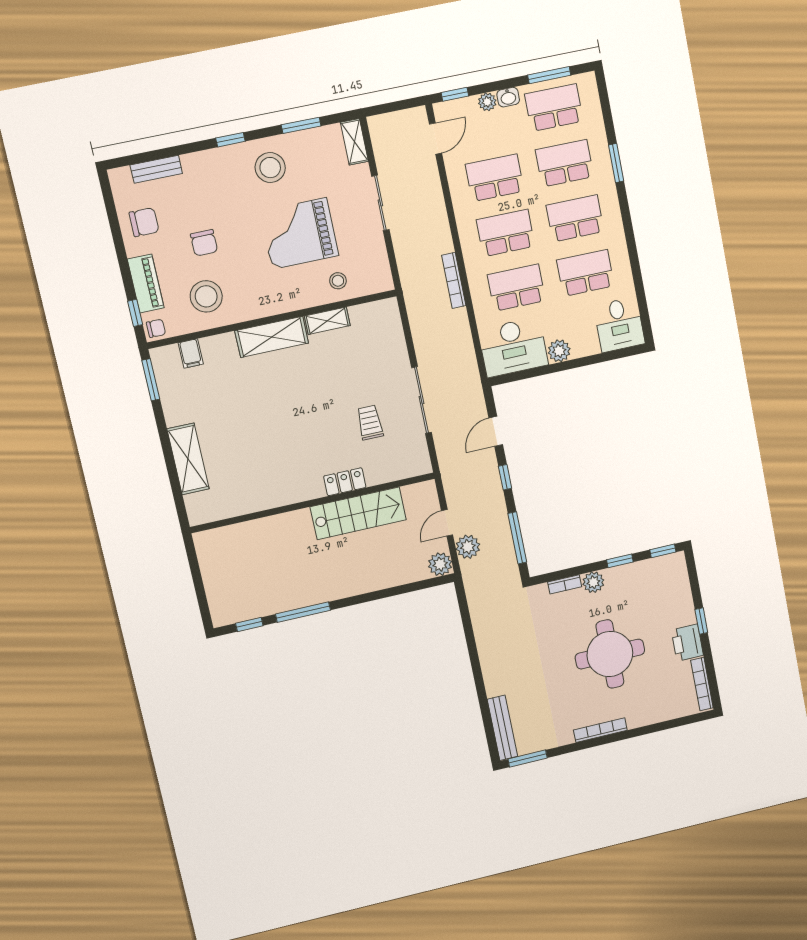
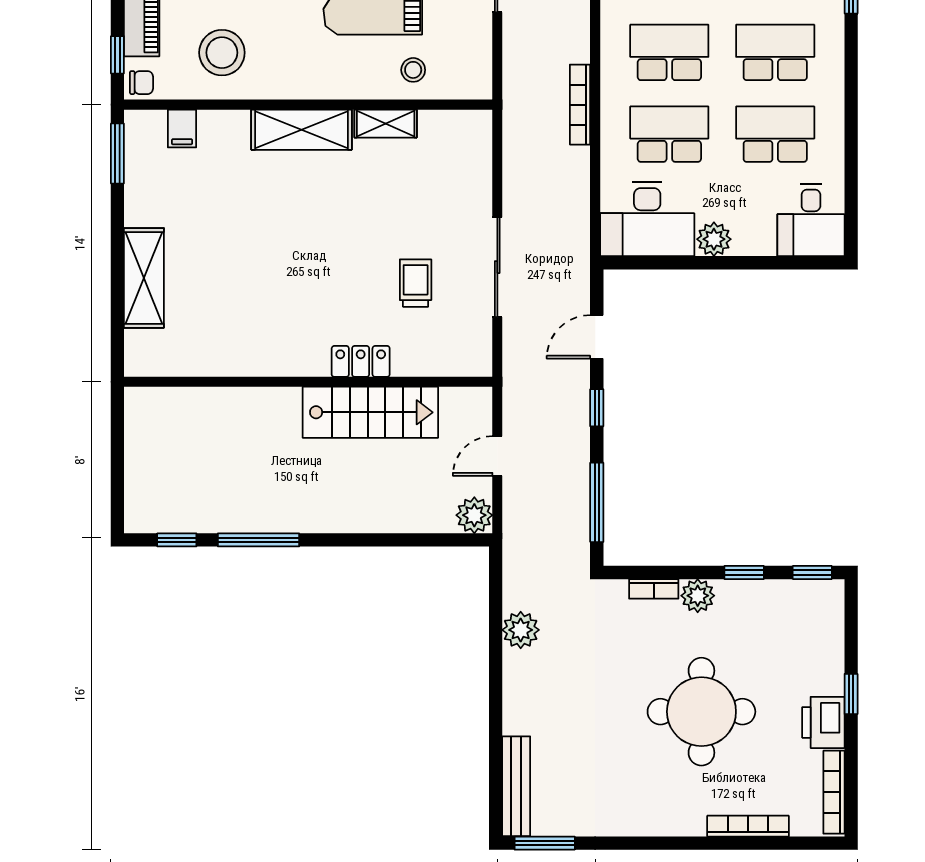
plant: (468, 547) -> (521, 630), moved
bookcase: (600, 730) -> (748, 826), moved

